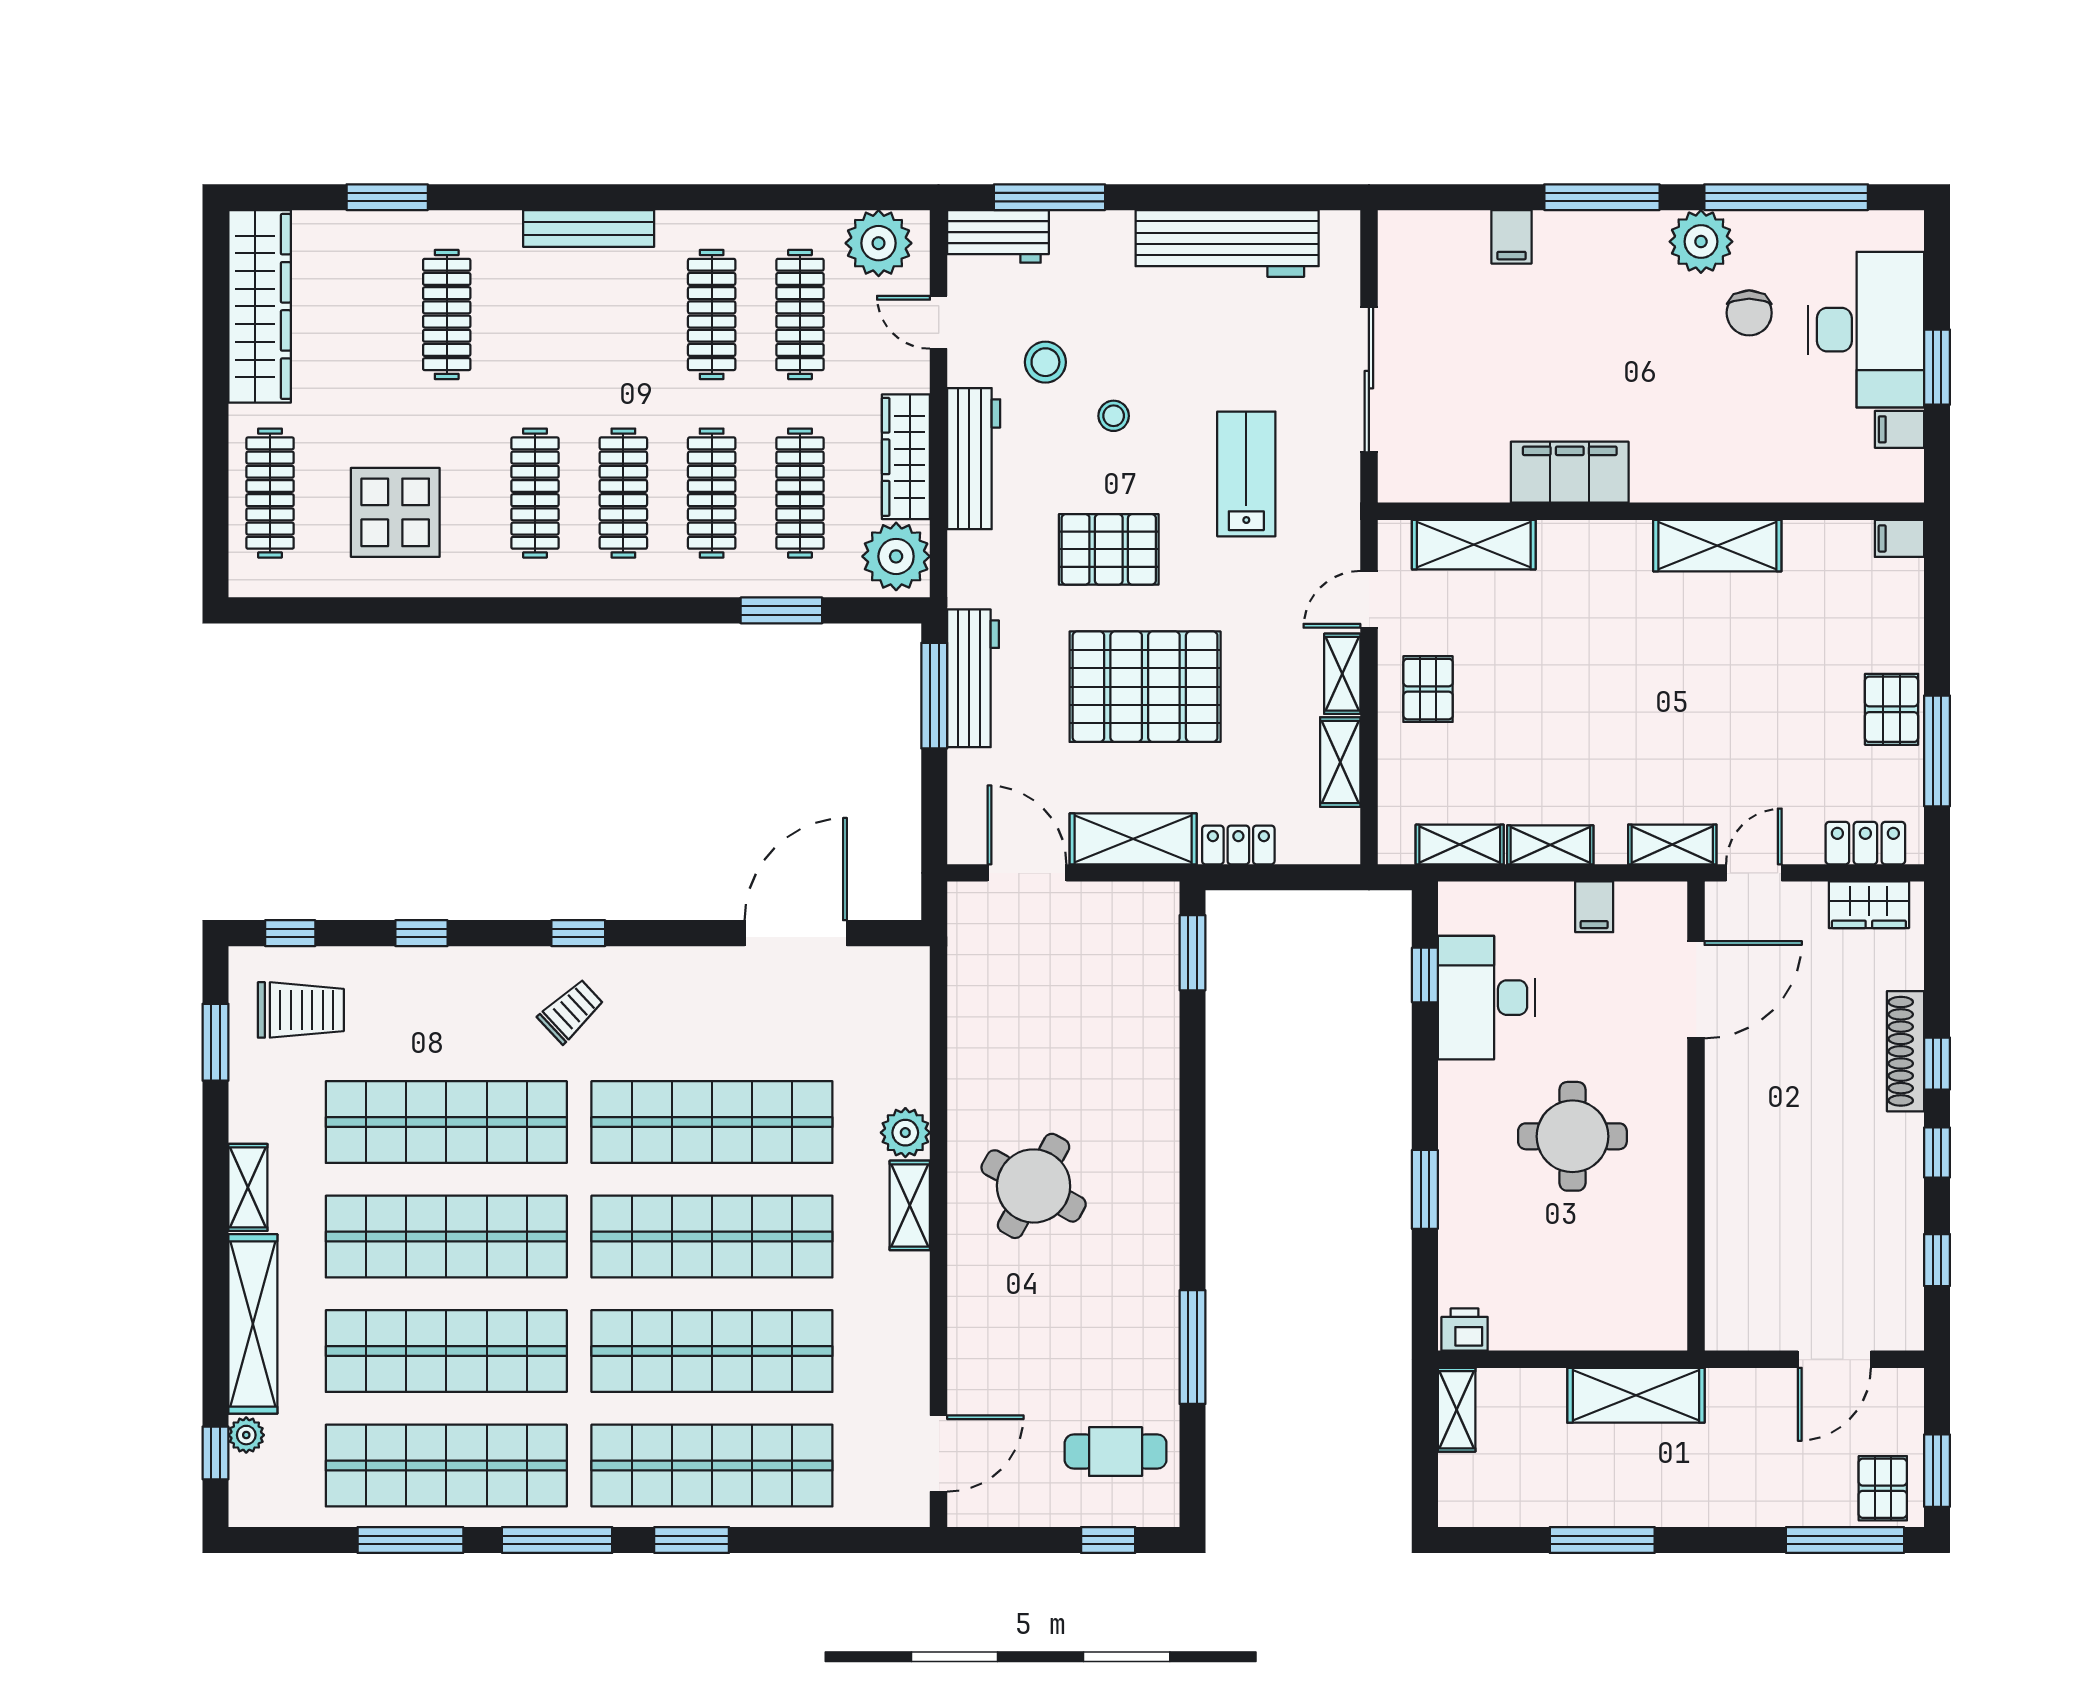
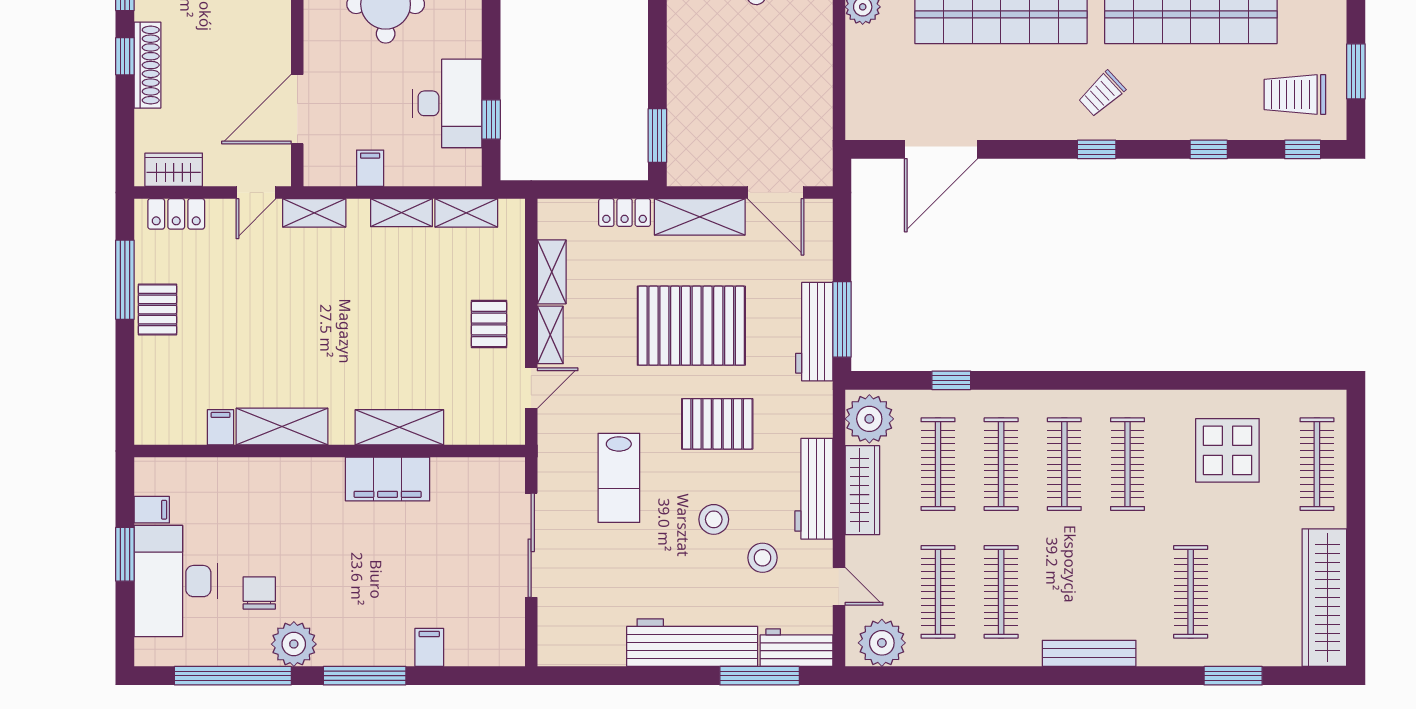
workbench: (1227, 243) -> (692, 643), moved
stool: (1114, 416) -> (714, 519), width x1.37, depth x1.37
filing cabinet: (1899, 538) -> (221, 427), moved, turned -90
shelving: (1474, 545) -> (399, 427), moved
window: (781, 610) -> (951, 380), width x0.67

